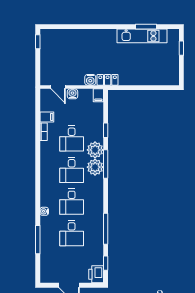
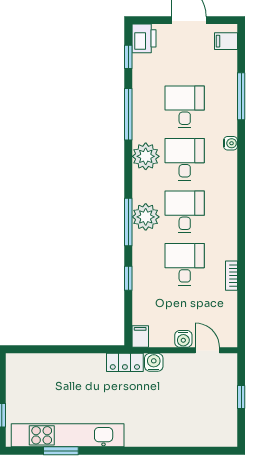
kitchen unit: (142, 36) -> (68, 435), width x1.36
window: (38, 42) -> (241, 397), moved
filing cabinet: (47, 117) -> (226, 41), moved
plant: (95, 150) -> (146, 156), moved

